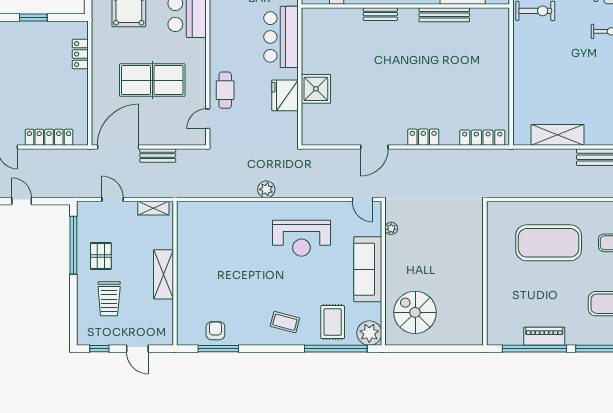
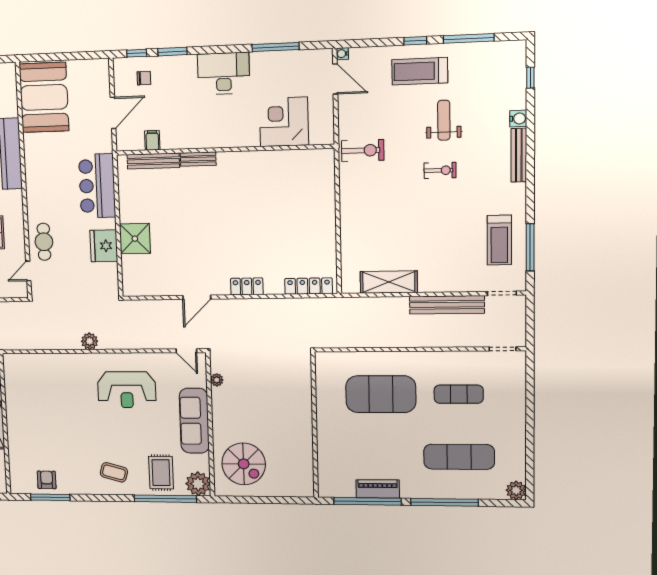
bench: (444, 15) -> (153, 161), moved
spiral stairs: (415, 312) -> (244, 464), turned 180

